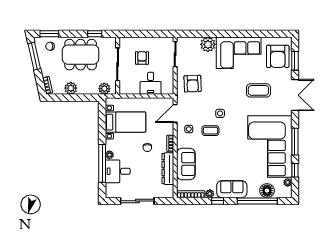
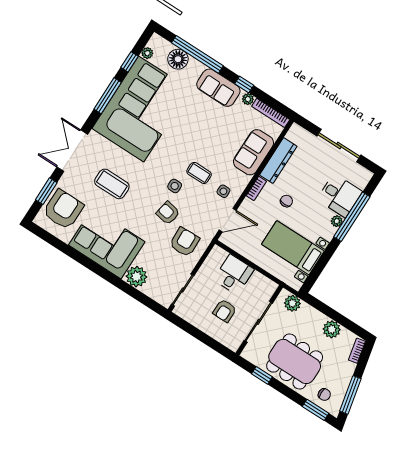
armchair: (214, 95) -> (168, 213), added

